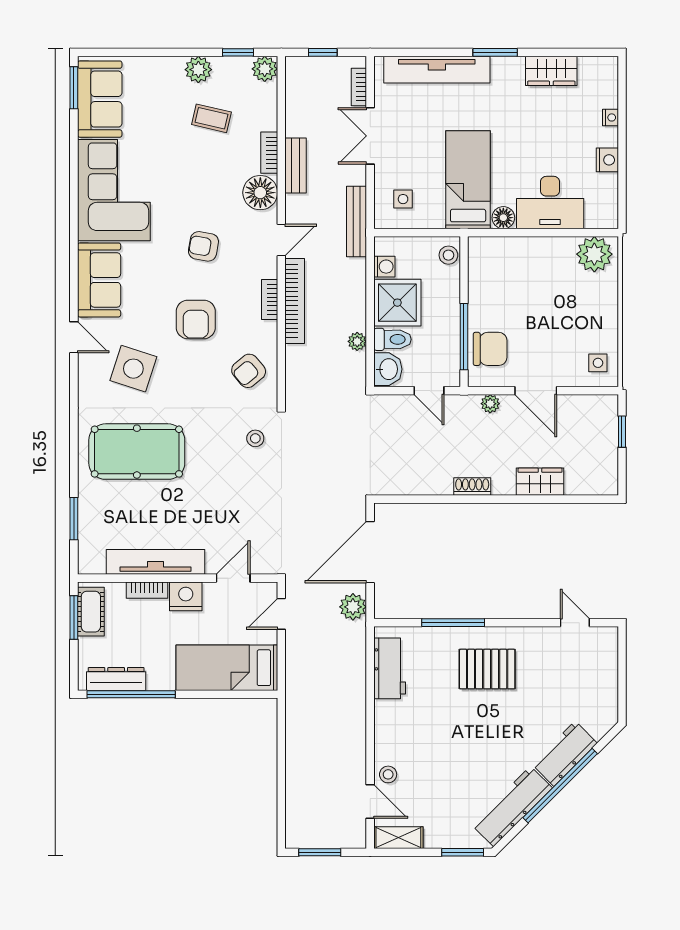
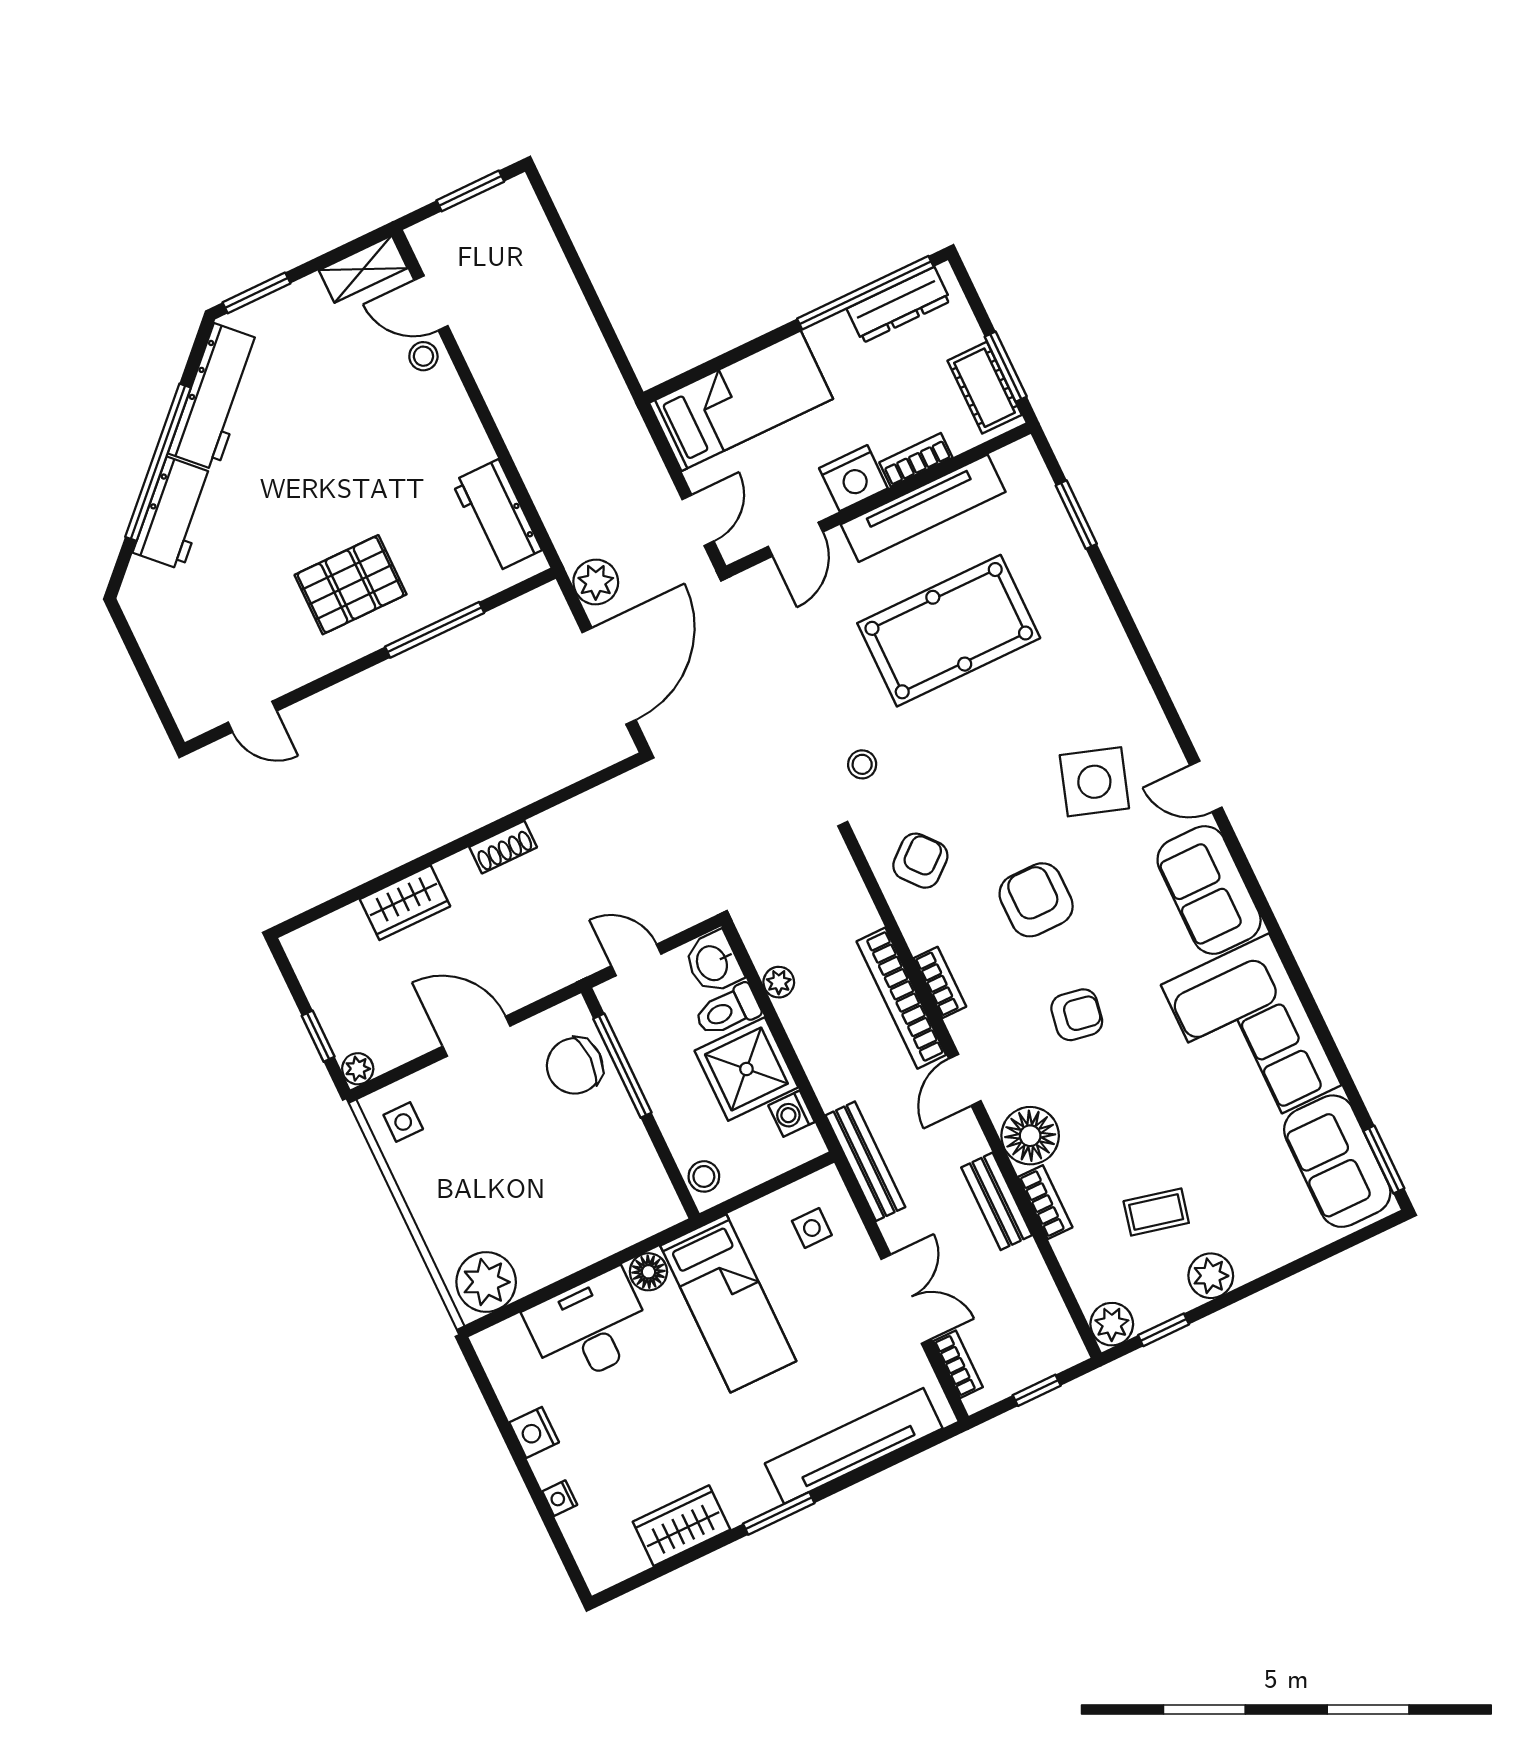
plant: (490, 404) -> (358, 1069), moved
pool table: (137, 452) -> (949, 631), moved

